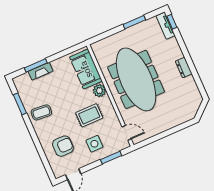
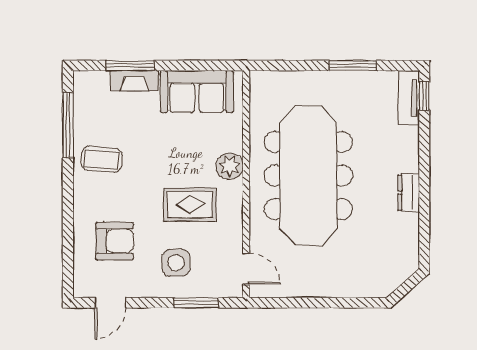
sofa: (86, 69) -> (197, 92), moved, turned -90
window: (20, 104) -> (68, 125), width x1.44

